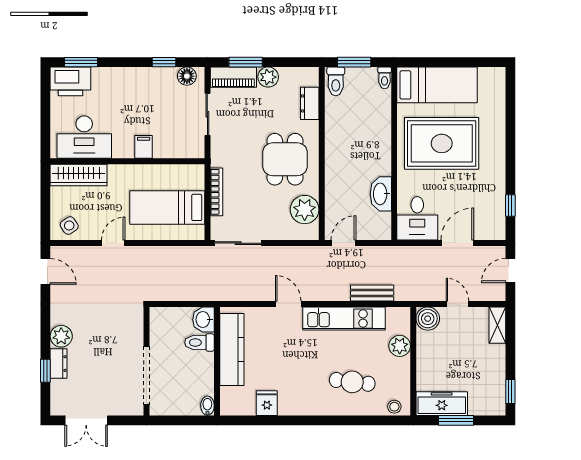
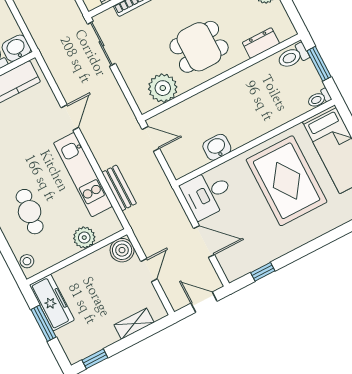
washbasin: (381, 194) -> (217, 147), width x0.72
shelving: (497, 325) -> (134, 324), moved

